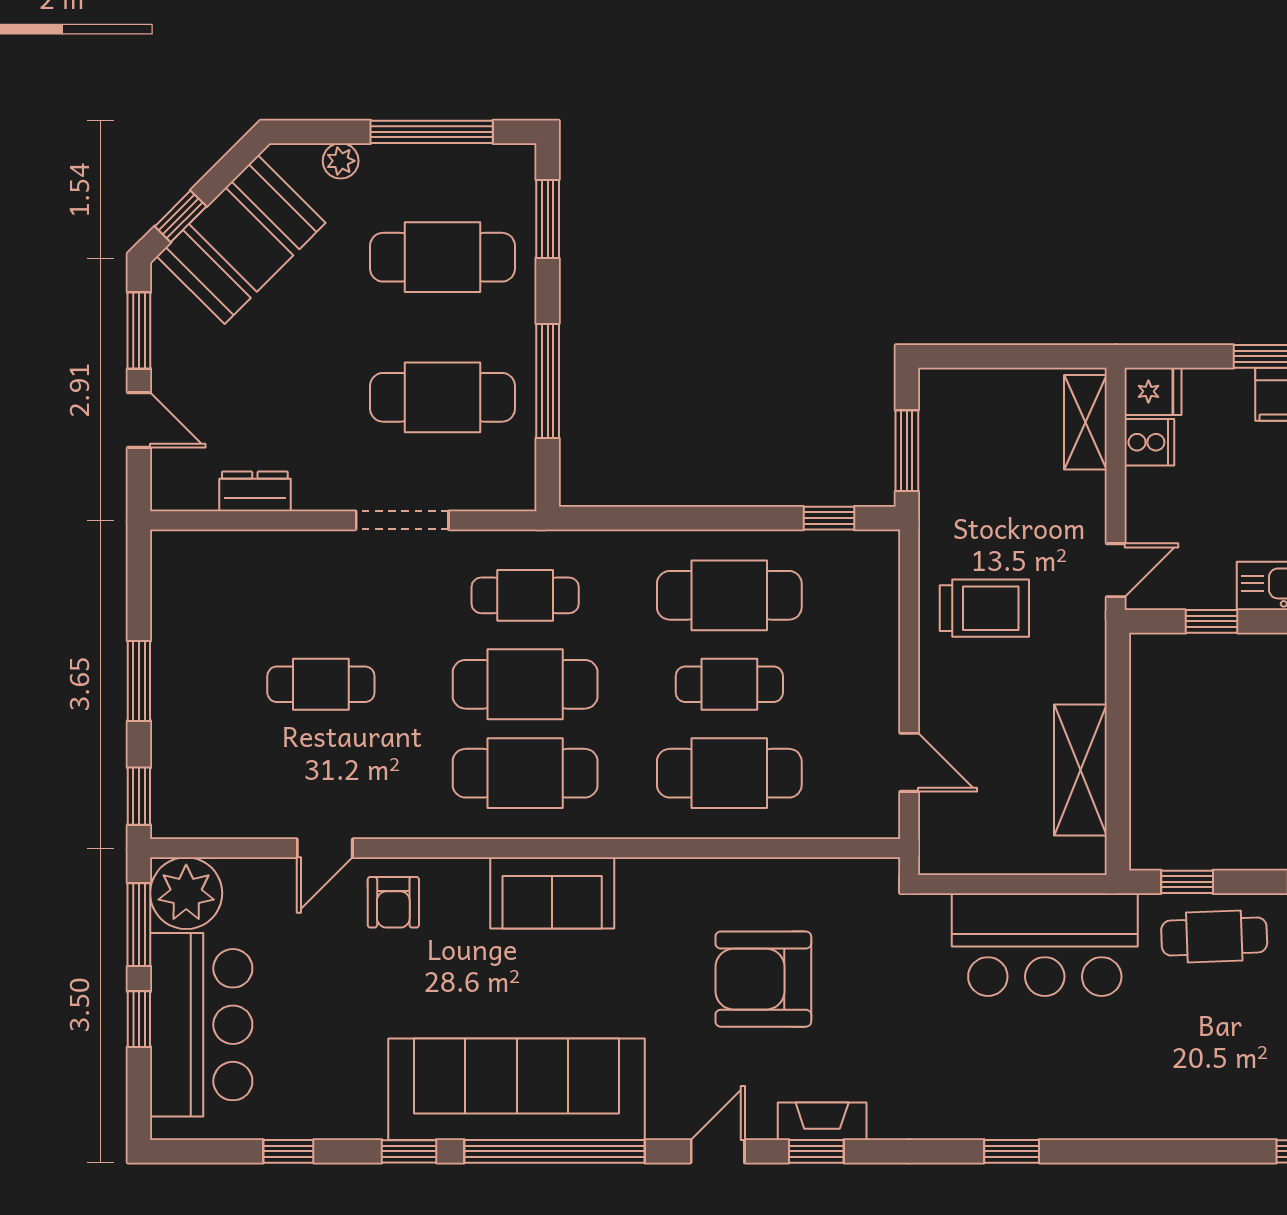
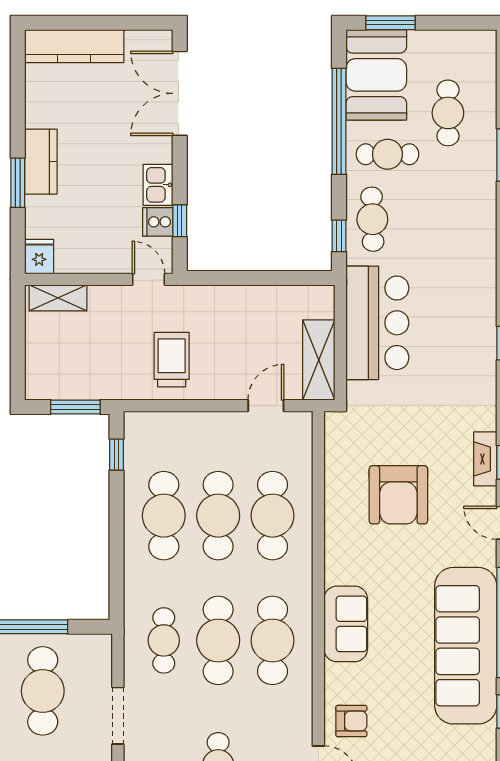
cooker: (1149, 442) -> (158, 222), moved, turned -90
cafe table: (729, 684) -> (218, 516), width x1.37, depth x1.35
shelving: (1080, 770) -> (319, 360), moved, turned 90

